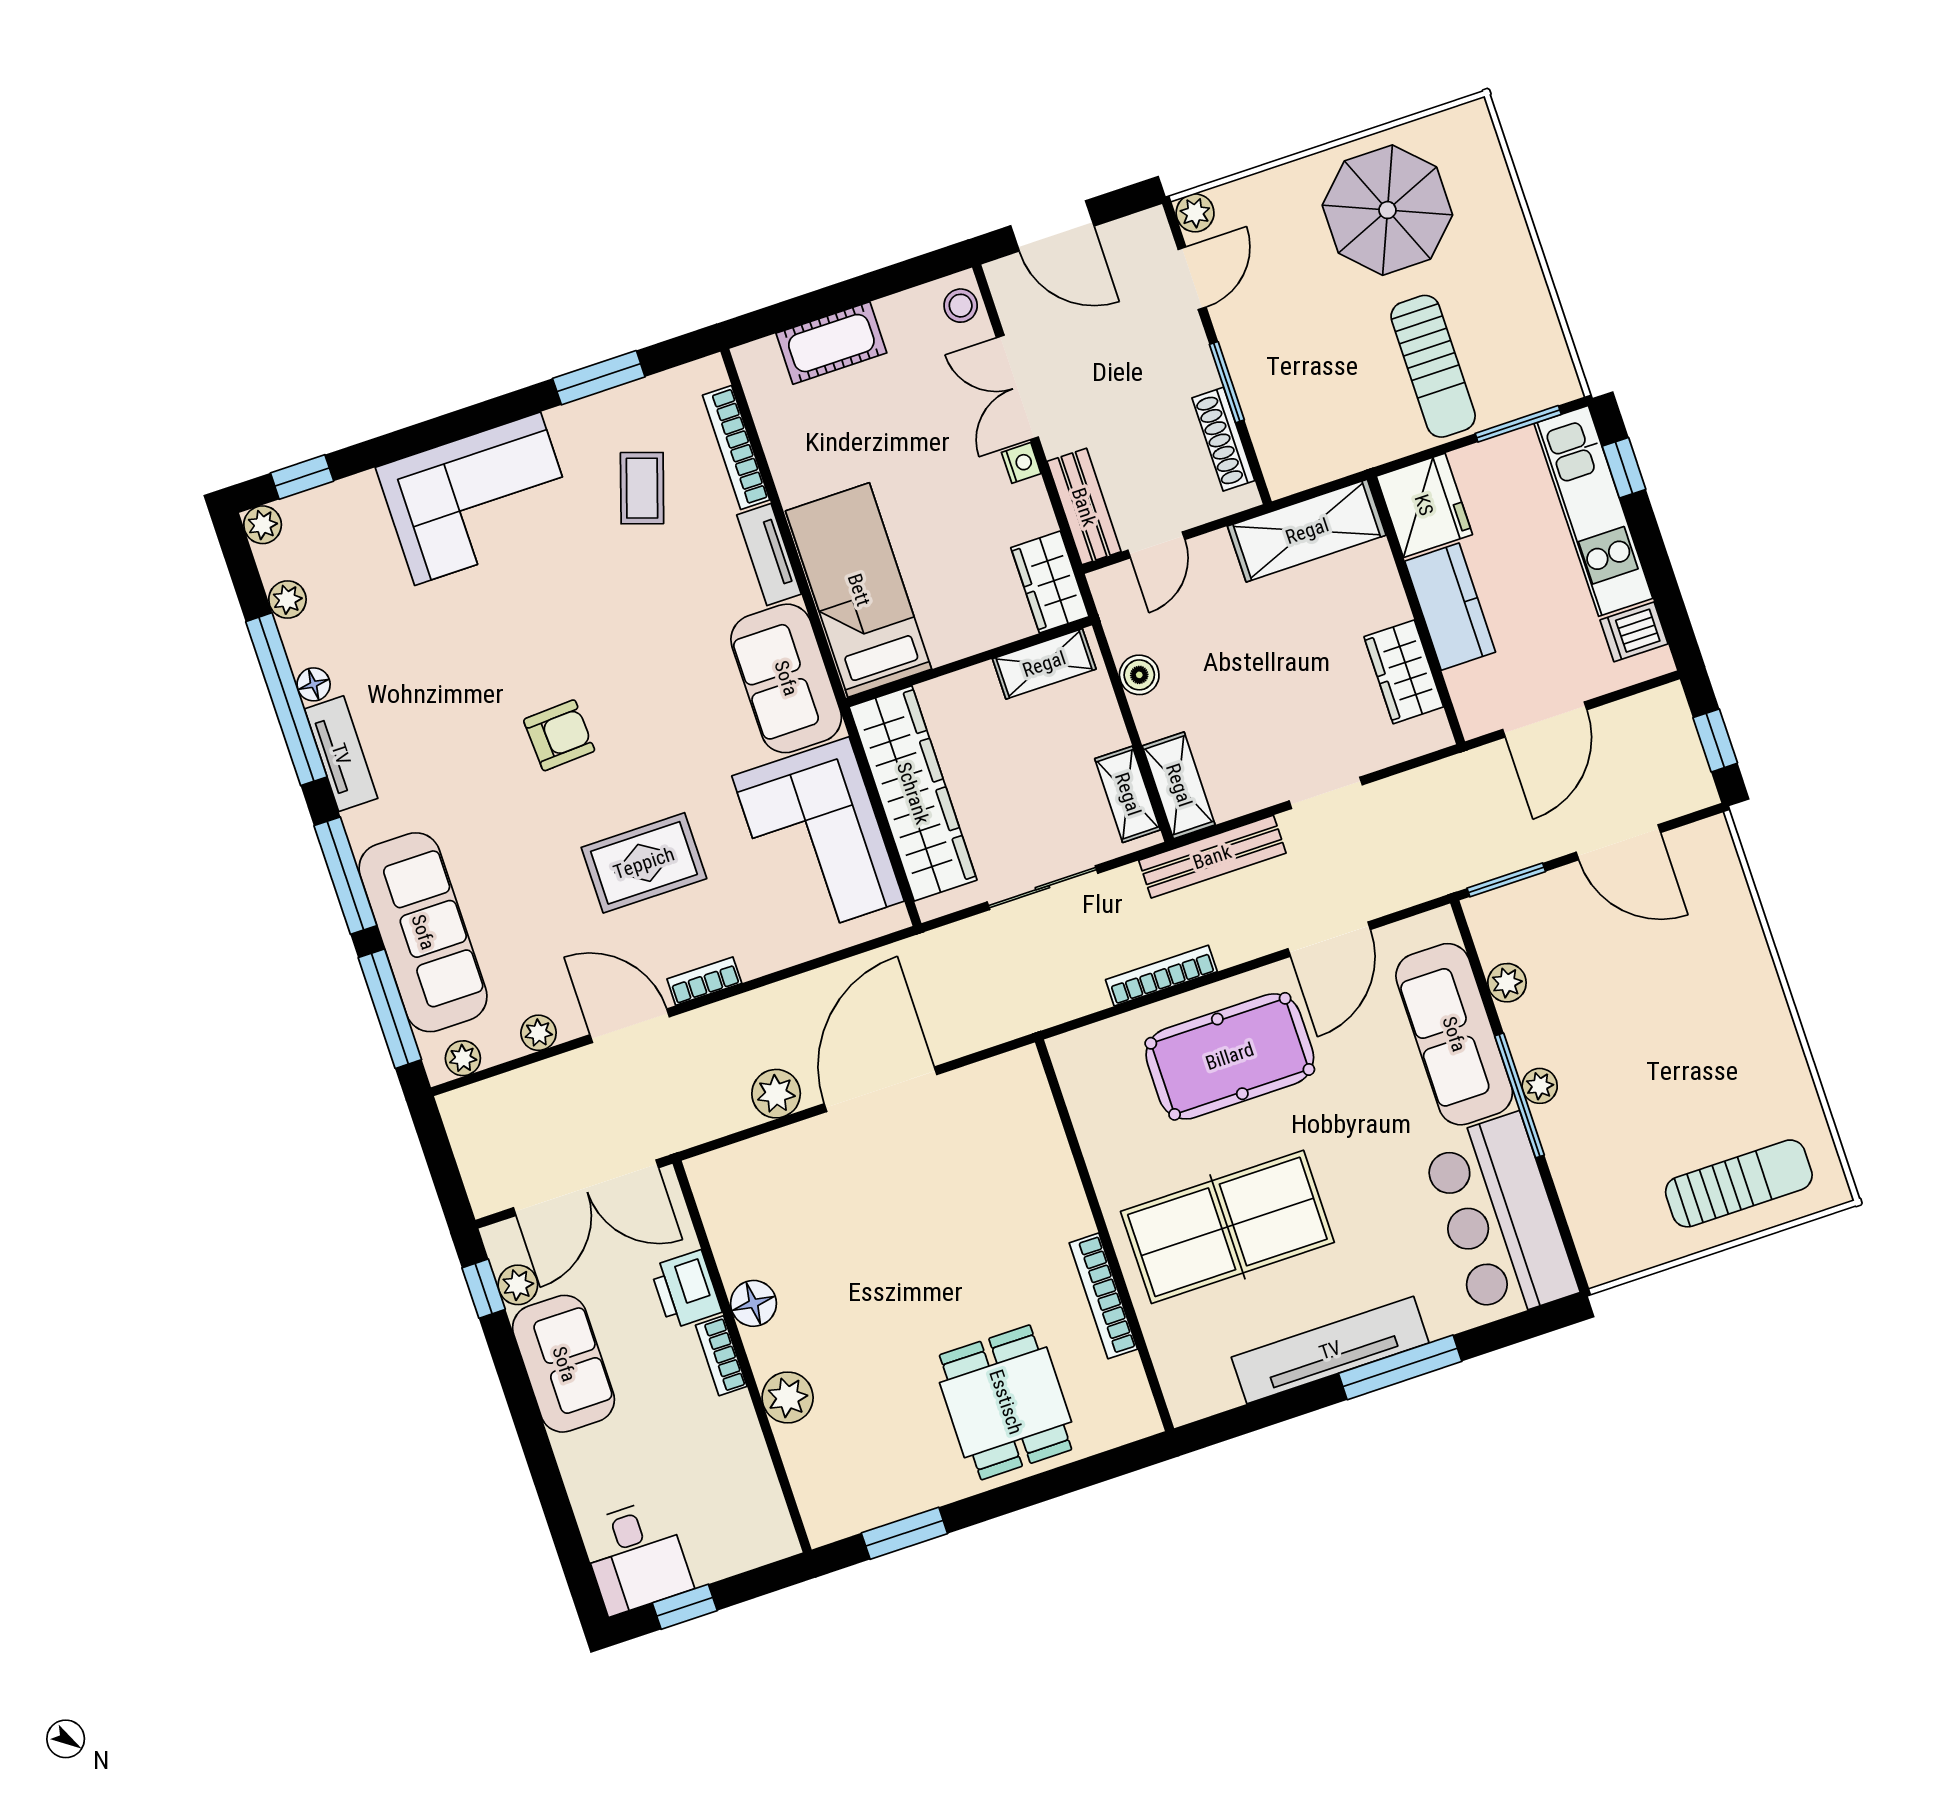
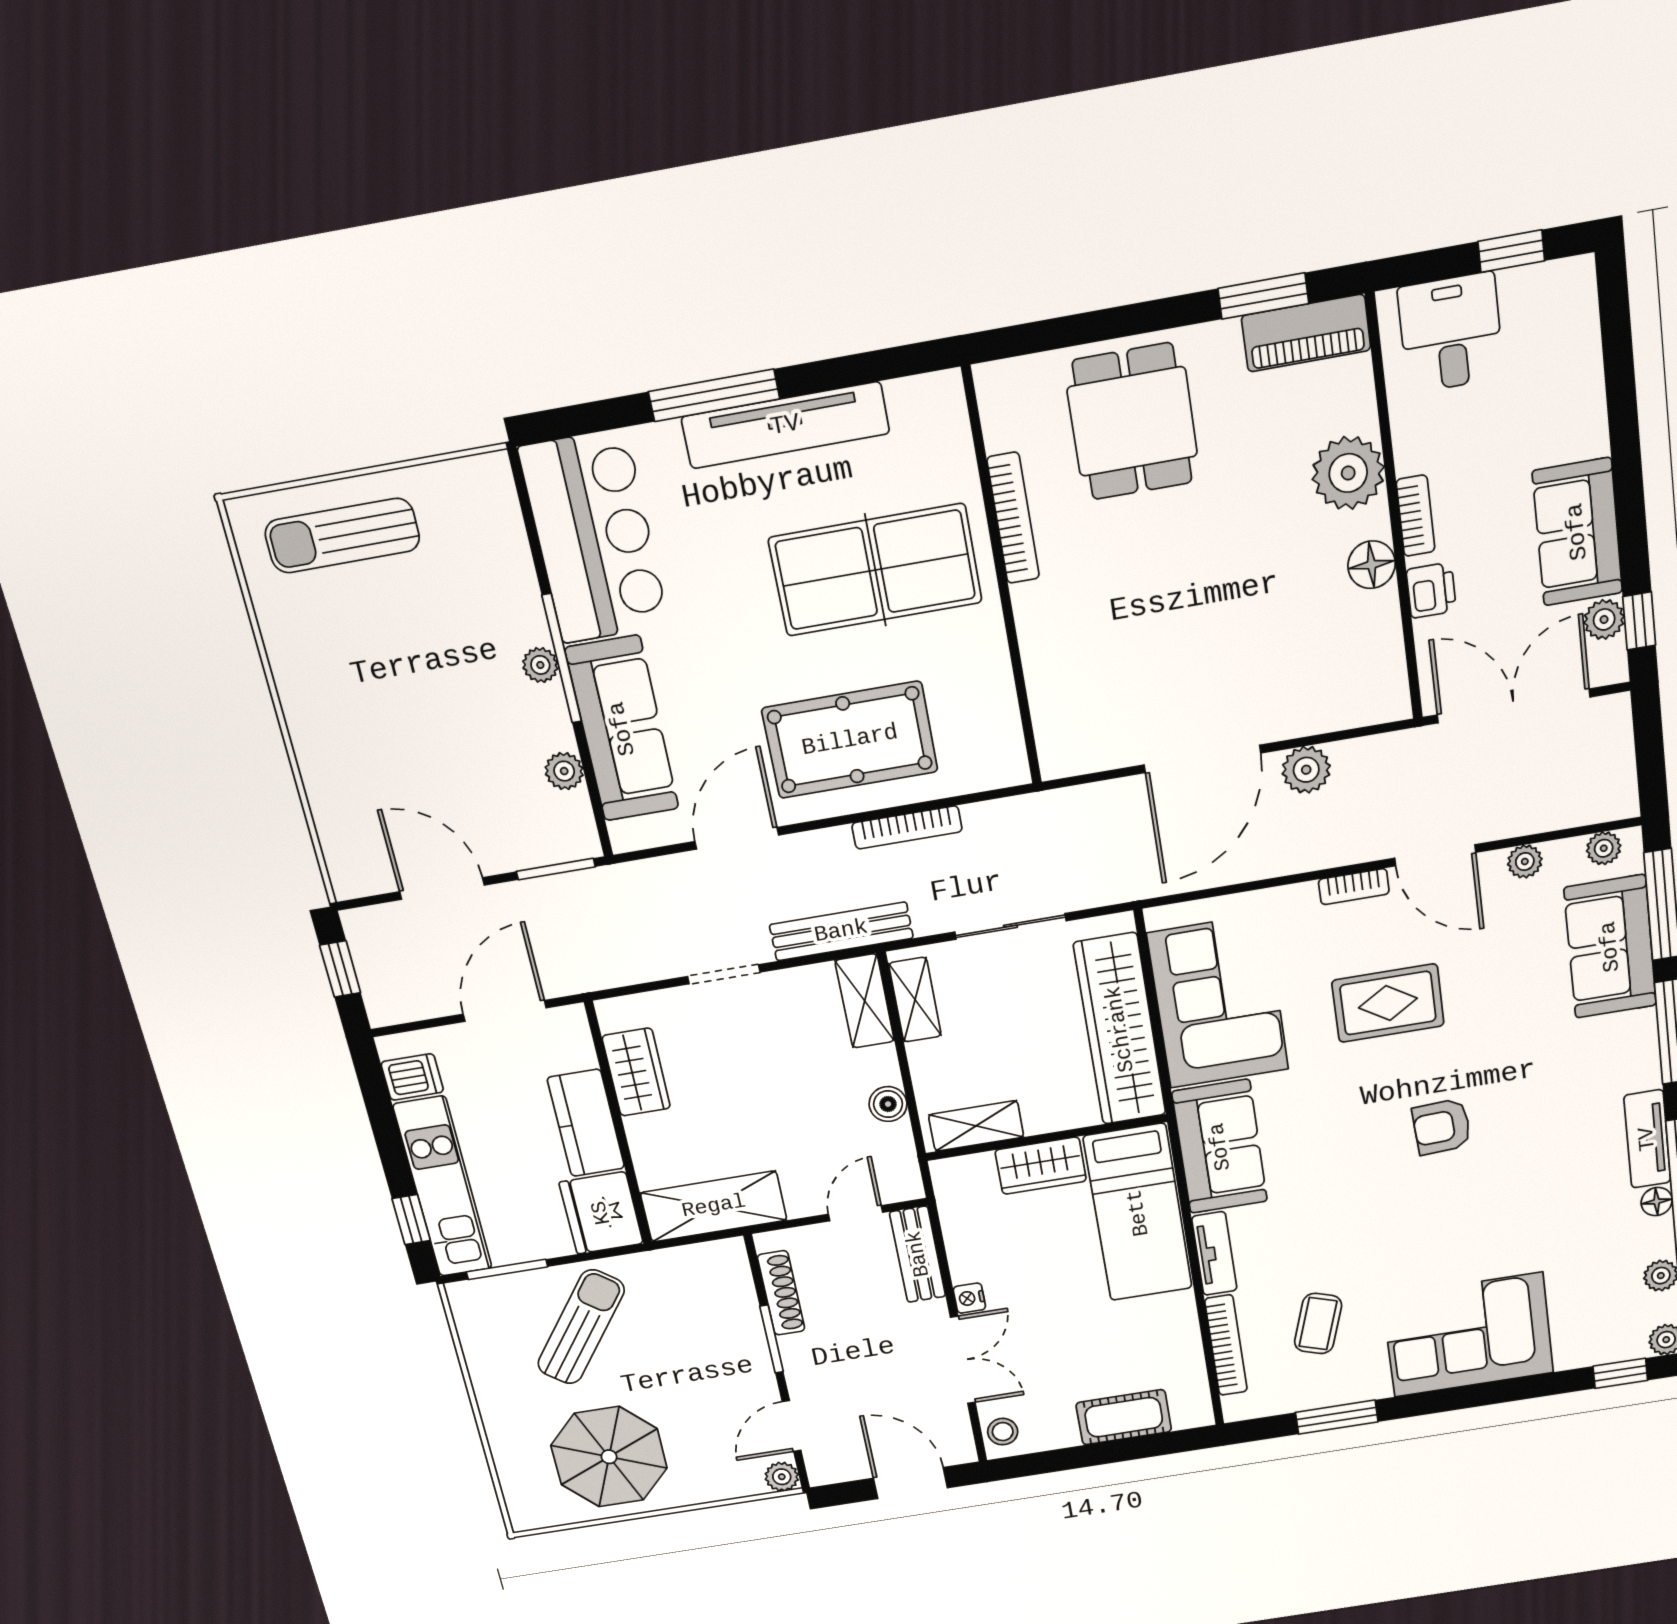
sun lounger: (1433, 366) -> (581, 1327), turned 37
wardrobe: (1050, 582) -> (1041, 1166), moved, turned 90
sofa: (423, 932) -> (1610, 947), width x0.73
printer: (686, 1289) -> (1431, 590), width x0.73, depth x0.81
plant: (788, 1397) -> (1348, 473), width x1.36, depth x1.36
piano: (859, 1506) -> (1306, 333), added
desk: (636, 1556) -> (1451, 333), moved

